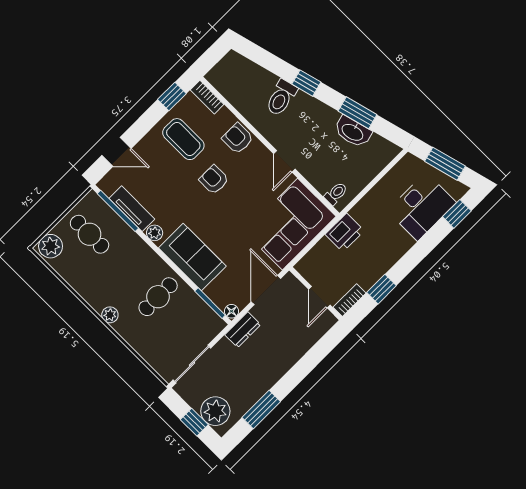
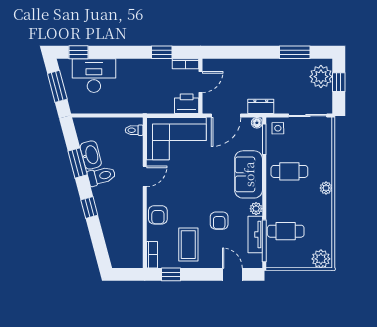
toilet: (281, 98) -> (101, 176), moved
armchair: (214, 180) -> (219, 221), moved
printer: (345, 233) -> (187, 104), moved
cafe table: (90, 234) -> (286, 231), moved, turned 90
side table: (208, 325) -> (278, 128), added

